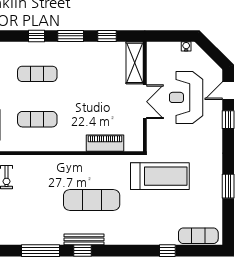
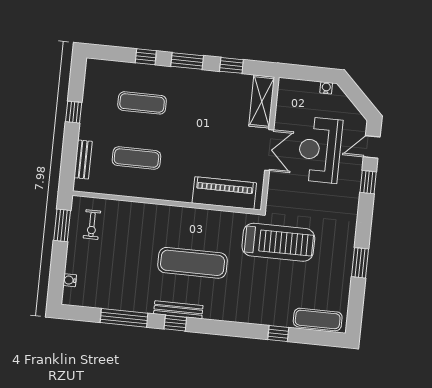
piano: (105, 143) -> (224, 193), width x1.37, depth x1.33

